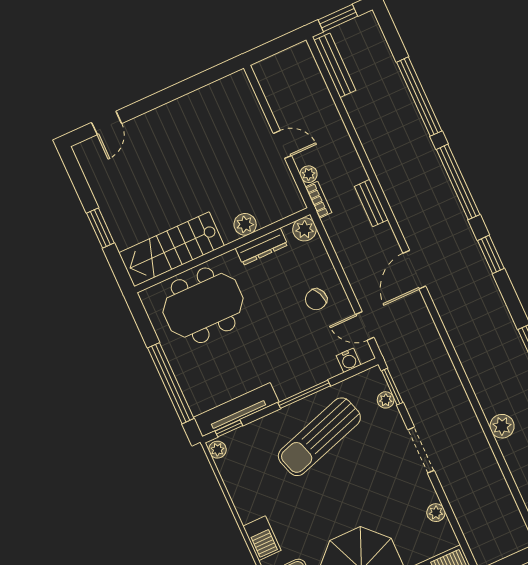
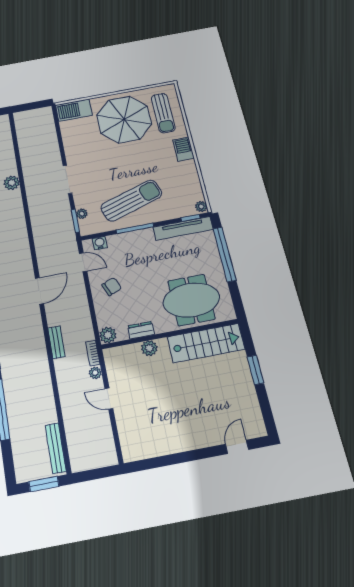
dresser: (262, 247) -> (141, 330), width x0.70
plant: (436, 513) -> (69, 142), removed

